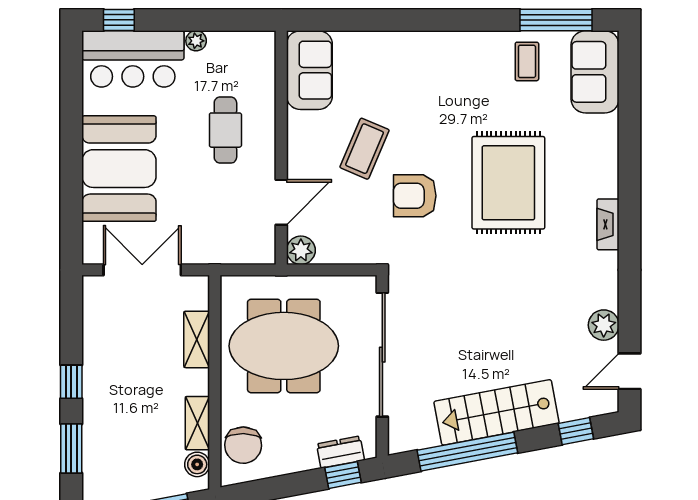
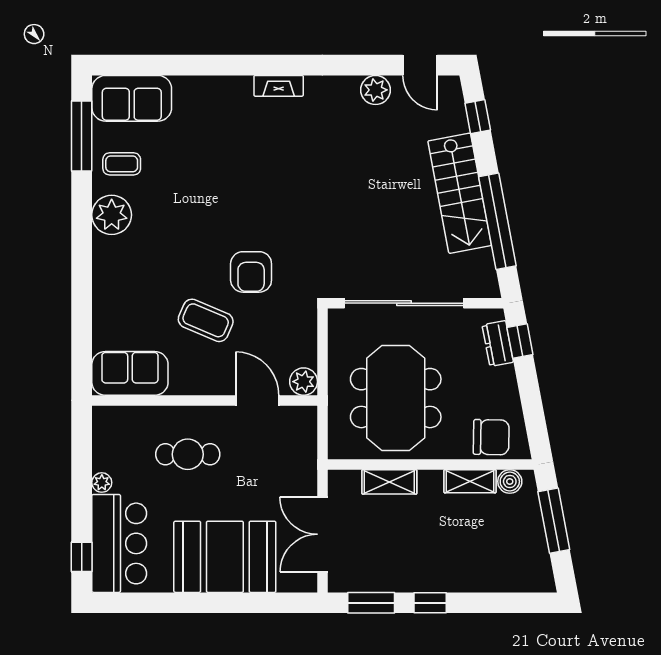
plant: (474, 51) -> (112, 215), added
rug: (508, 183) -> (239, 182), removed
window: (71, 449) -> (371, 603), moved

